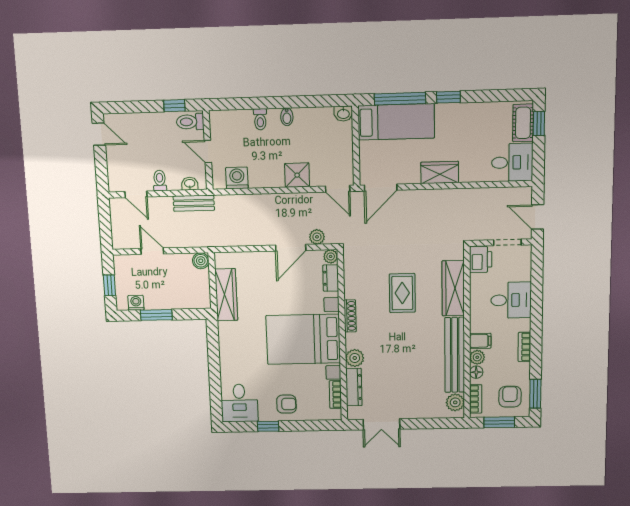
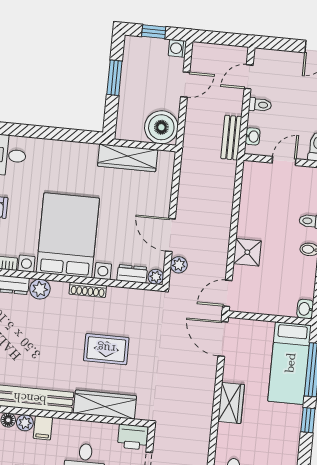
washing machine: (237, 178) -> (252, 188), removed
boiler: (201, 261) -> (161, 127), width x1.86, depth x1.86
washing machine: (136, 303) -> (177, 48), moved, turned 180

